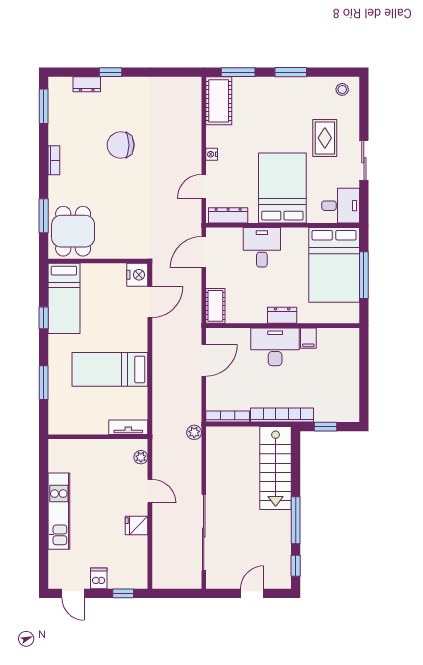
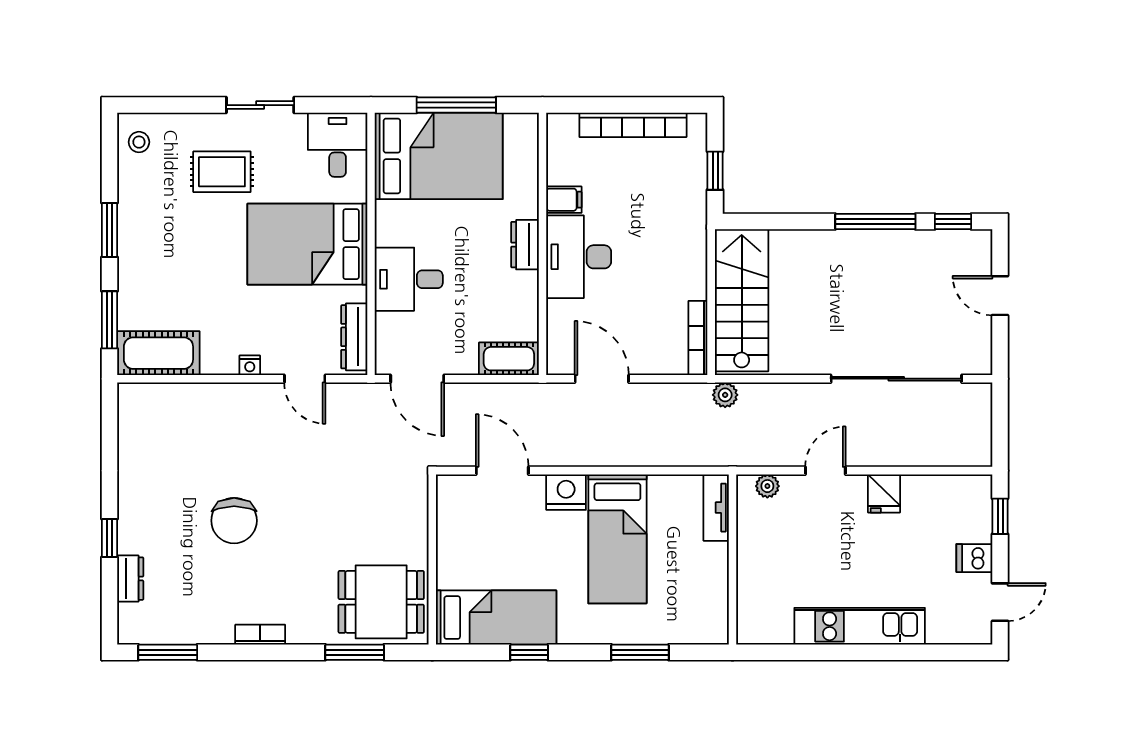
nightstand: (137, 275) -> (566, 492), moved
bookcase: (282, 415) -> (633, 125), moved, turned -90
stairs: (276, 468) -> (742, 300), moved, turned -90

